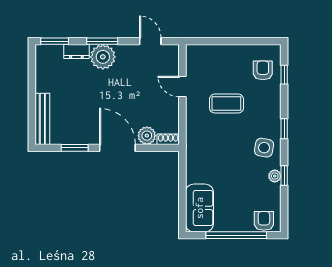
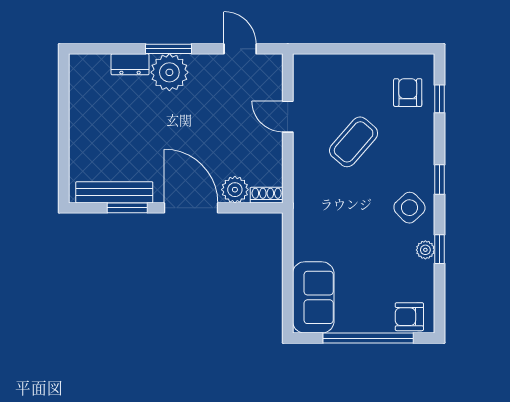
window: (55, 41) -> (98, 49), removed
coffee table: (226, 104) -> (354, 142), turned -49
bench: (42, 119) -> (114, 192), moved, turned 90
side table: (264, 148) -> (409, 208), turned 37
armchair: (264, 221) -> (409, 317), turned -90

